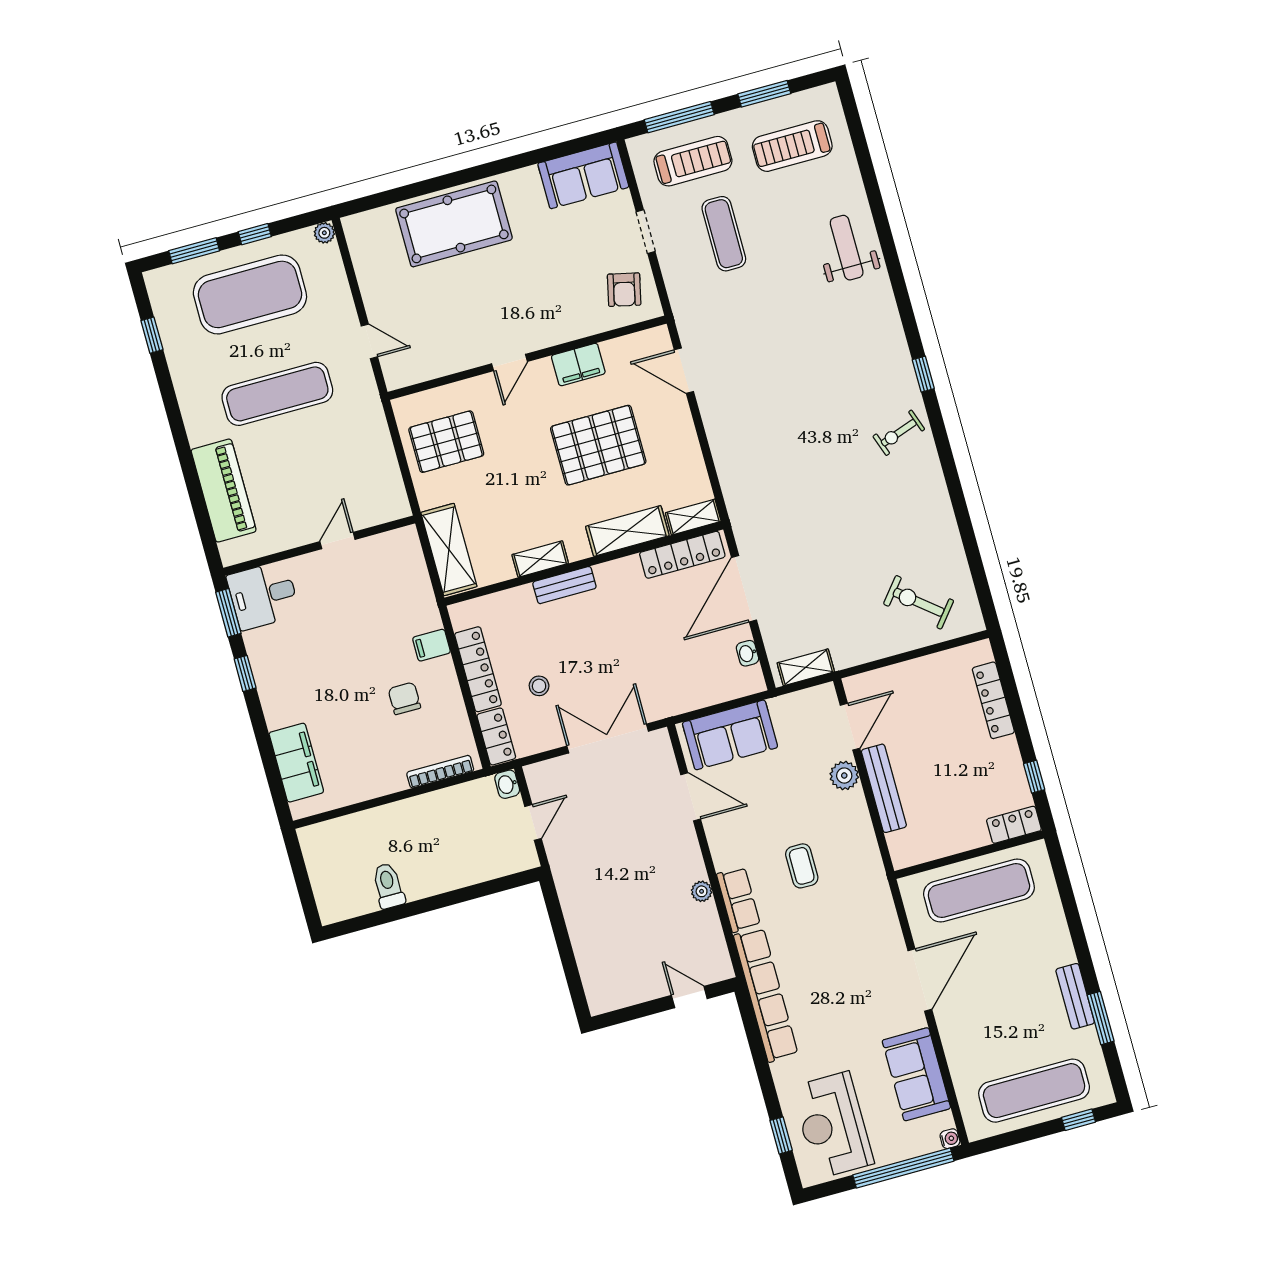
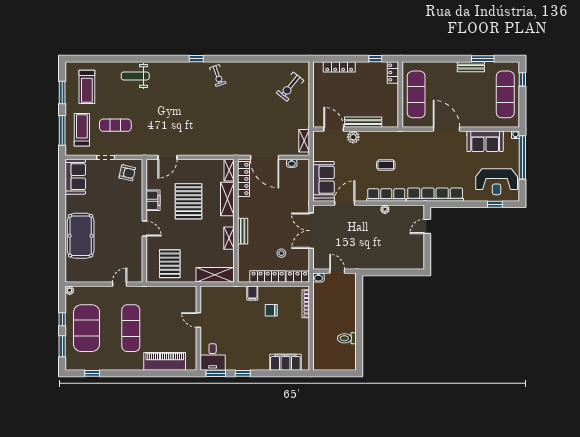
row of seats: (738, 900) -> (386, 195), width x1.48

